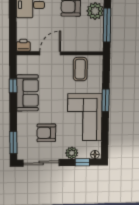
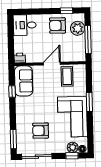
door: (50, 53) -> (52, 64), moved
sofa: (27, 93) -> (24, 81), moved
plant: (72, 153) -> (73, 147), moved

